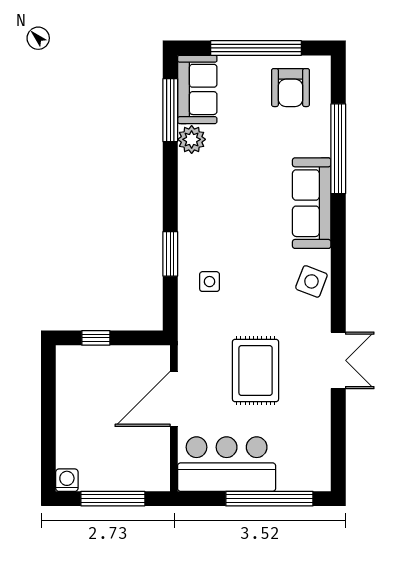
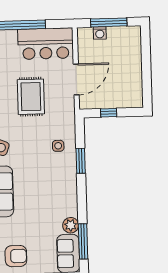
armchair: (291, 88) -> (16, 256), turned 90
window: (96, 338) -> (109, 113), moved
washing machine: (67, 480) -> (100, 33), moved

